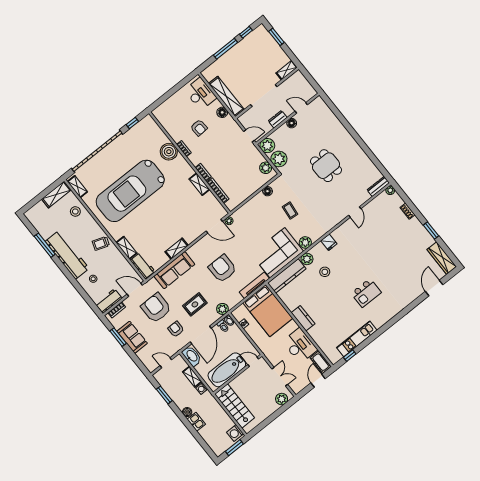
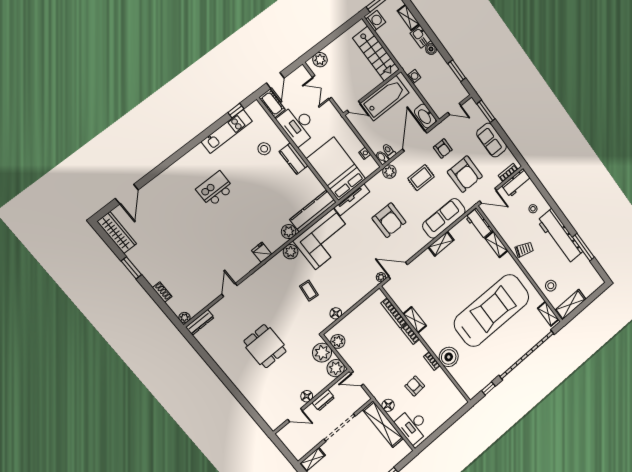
stool: (325, 272) -> (264, 149), moved
window: (118, 337) -> (486, 111), moved
shelving: (192, 377) -> (408, 18), moved

